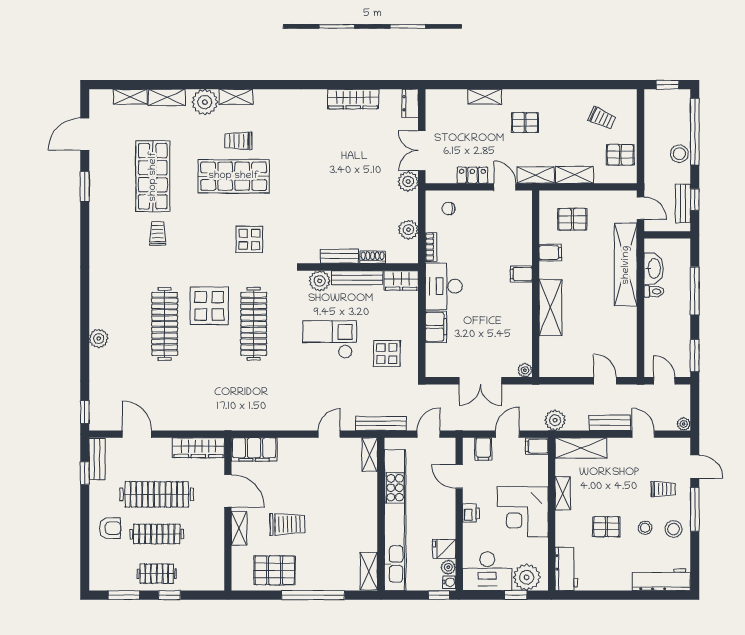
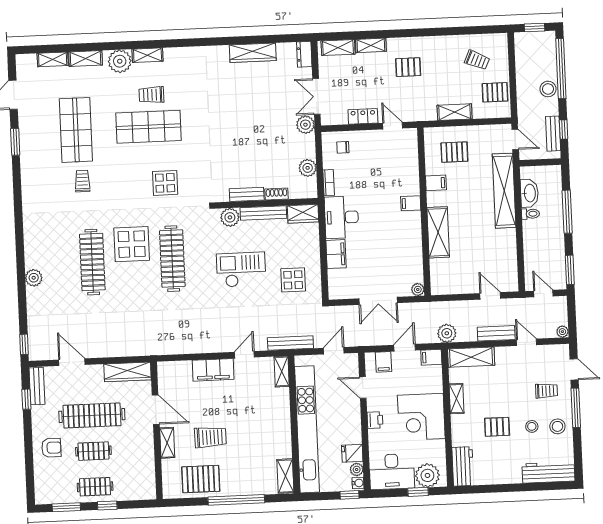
shelving: (536, 175) -> (338, 48), moved
filing cabinet: (254, 449) -> (213, 370), moved
clothes rail: (157, 534) -> (93, 451), width x0.73

